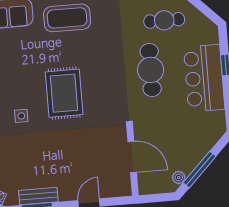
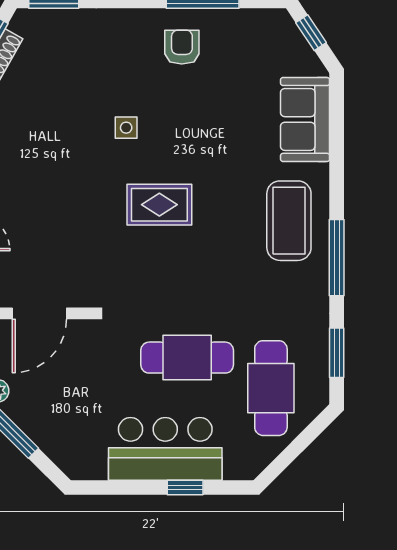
cafe table: (164, 20) -> (271, 388), width x1.37, depth x1.35
rug: (64, 93) -> (159, 205), width x0.73, depth x0.70

